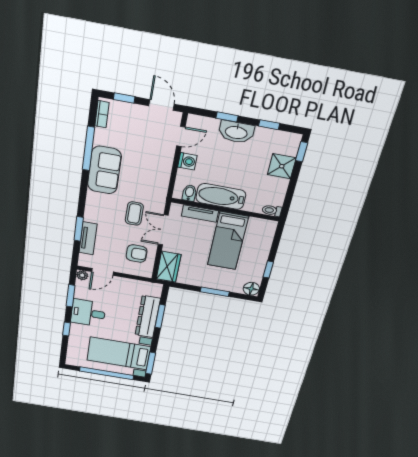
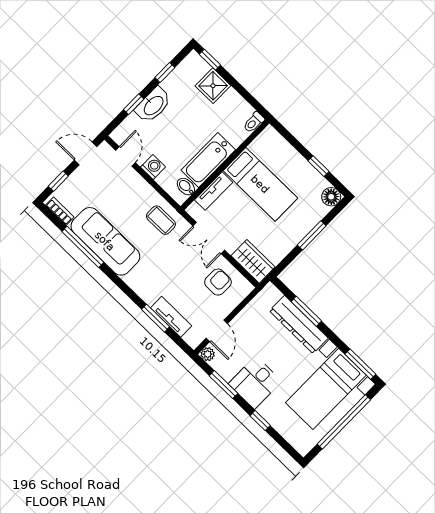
sofa: (104, 170) -> (105, 241), width x1.36
coffee table: (134, 214) -> (161, 220), moved

